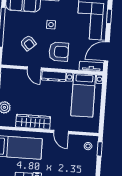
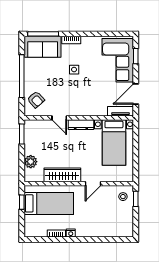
armchair: (28, 43) -> (36, 100), moved
armchair: (59, 52) -> (84, 98), removed
door: (61, 132) -> (93, 184), hinge flipped

